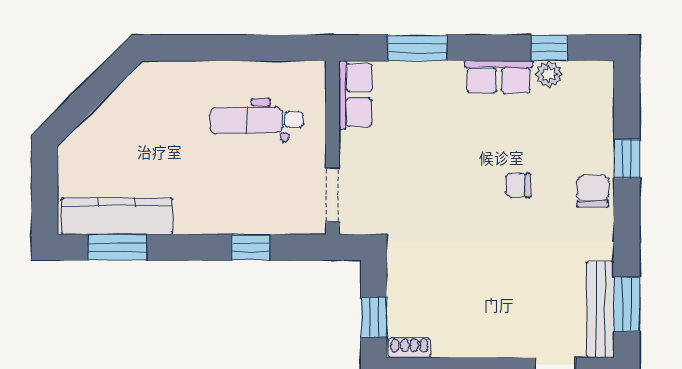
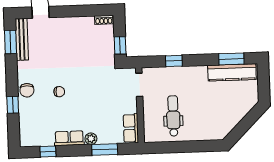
plant: (549, 74) -> (91, 139), moved
dental chair: (256, 120) -> (173, 116), turned -89
window: (374, 317) -> (120, 45), moved

